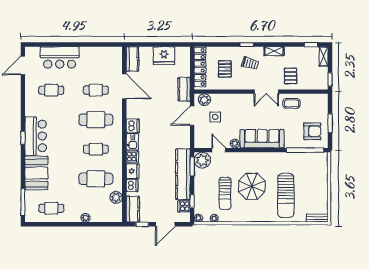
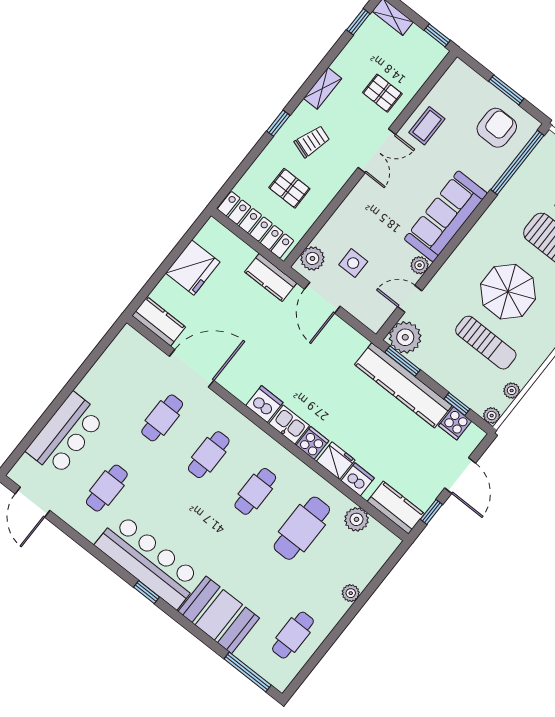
cafe table: (96, 120) -> (209, 455), width x0.73, depth x0.74
bar counter: (36, 136) -> (148, 561), width x1.36

